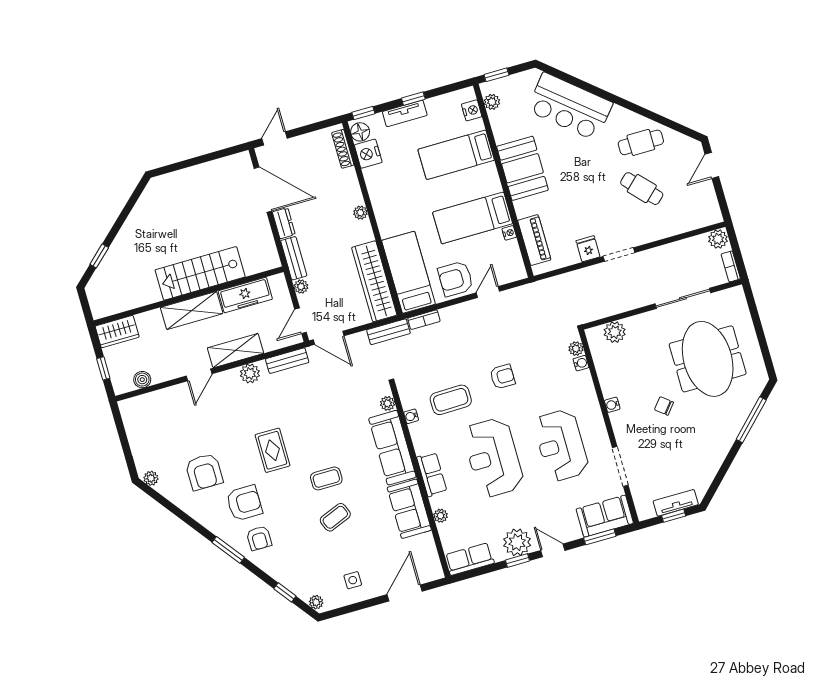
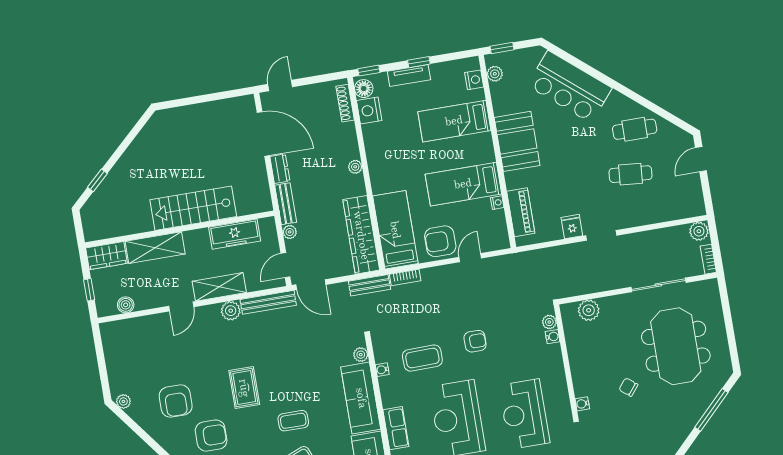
cafe table: (642, 189) -> (631, 174), turned -42
shelving: (192, 310) -> (155, 248), moved
bench: (287, 361) -> (268, 302), width x1.36
water cooler: (612, 405) -> (582, 404), moved

